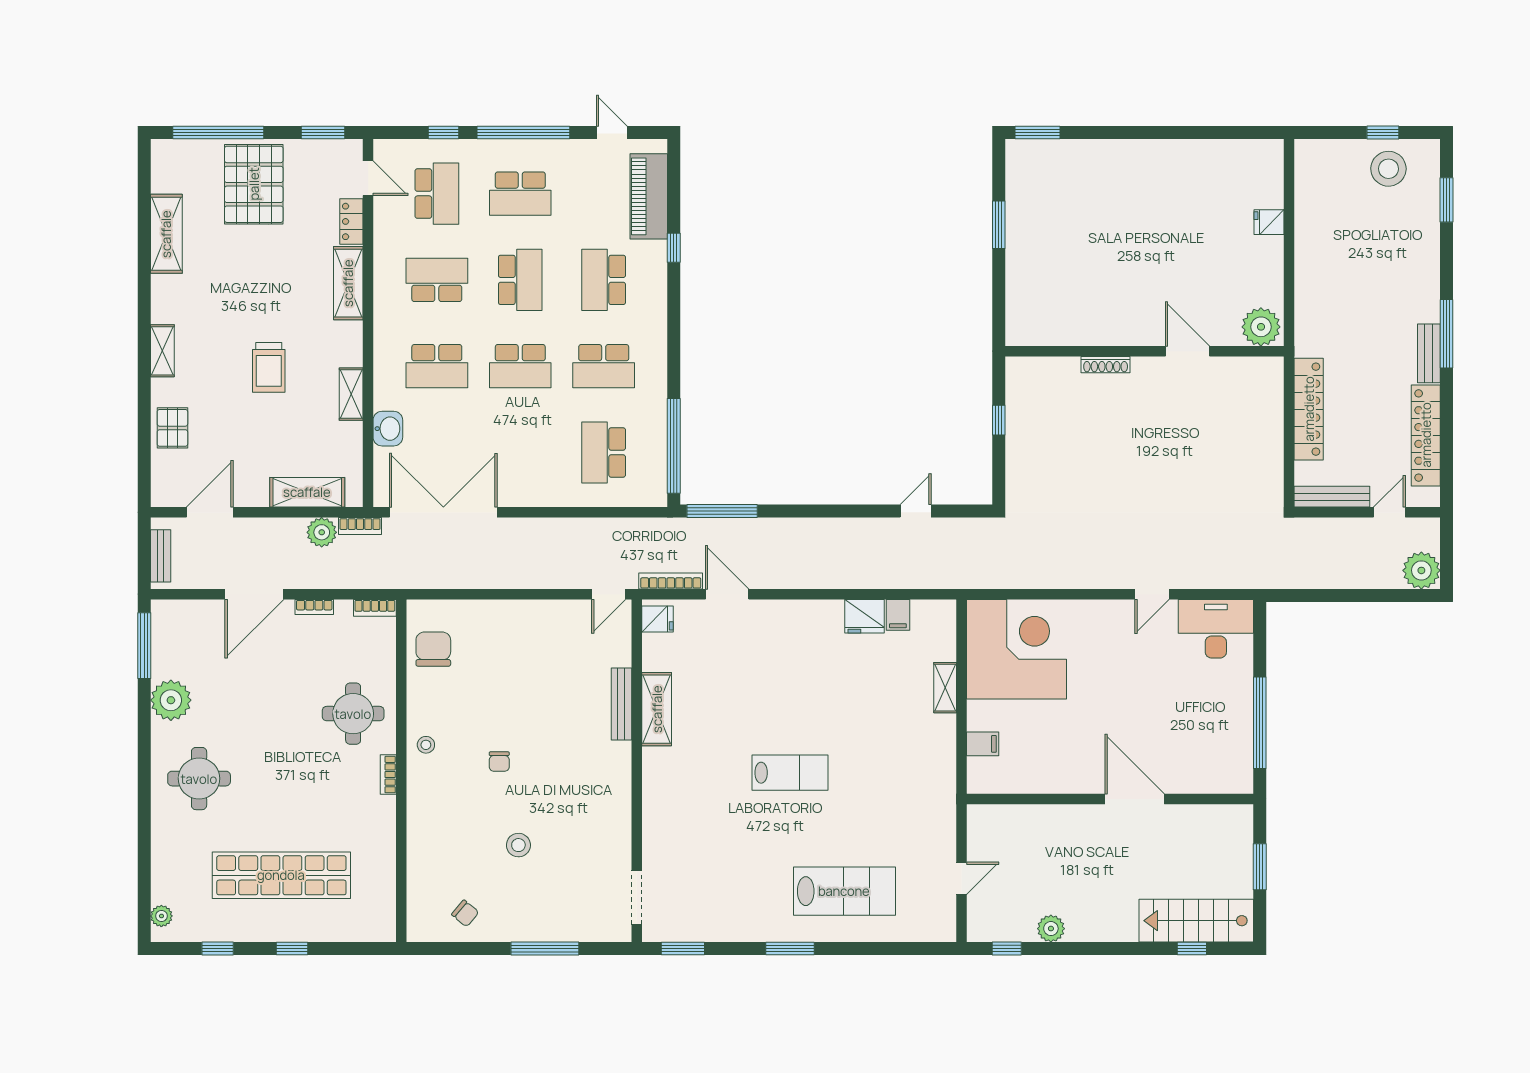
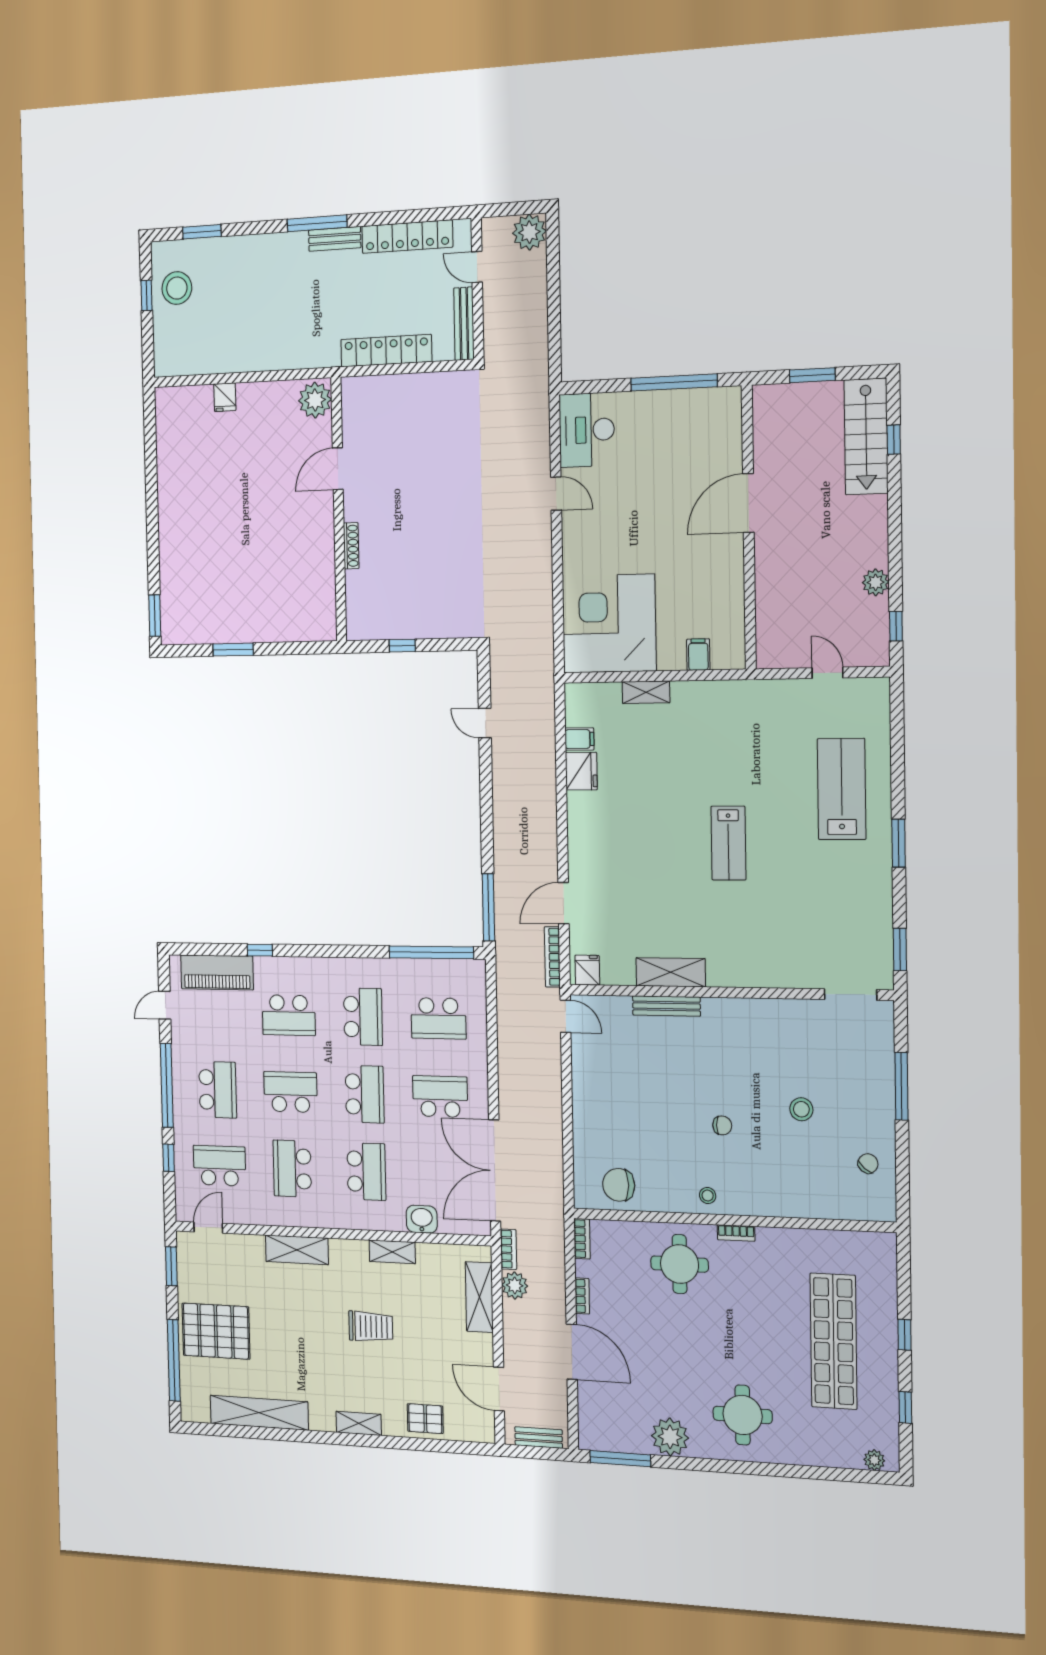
locker: (351, 221) -> (245, 1244), removed
shelving: (166, 234) -> (259, 1413), width x1.47
school desk: (520, 452) -> (440, 1097), added
lab bench: (790, 773) -> (728, 843), turned 180

